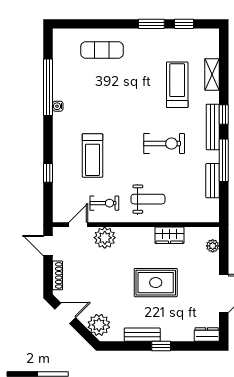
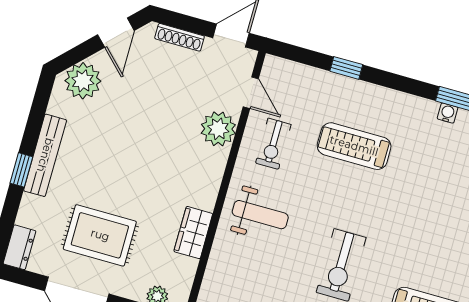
weight bench: (148, 199) -> (260, 215), turned -90
rug: (156, 283) -> (100, 235), moved, turned 90
bench: (142, 335) -> (45, 155), width x1.36

